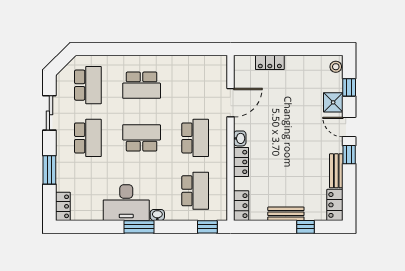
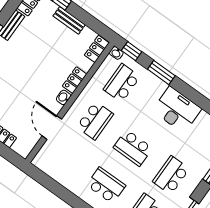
door: (230, 103) -> (52, 128), hinge flipped
school desk: (195, 138) -> (95, 120), turned 180
washbasin: (157, 215) -> (116, 53), moved
window: (139, 227) -> (161, 72), moved

